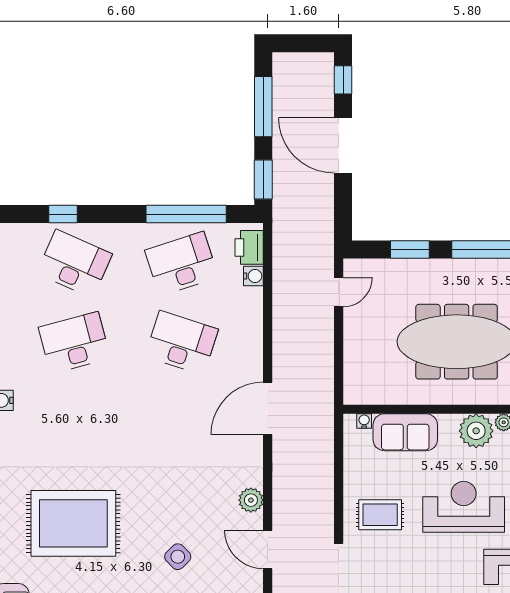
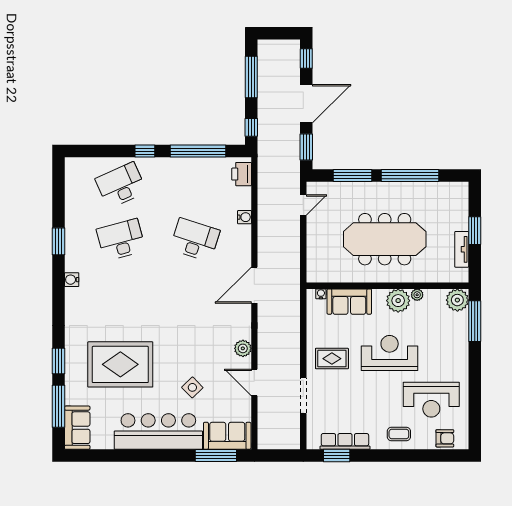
door: (343, 145) -> (306, 104), swing flipped
window: (263, 180) -> (251, 127), width x0.67
window: (343, 208) -> (306, 147), added
window: (63, 214) -> (145, 151), moved
window: (410, 250) -> (352, 176), width x1.44
desk: (74, 264) -> (121, 185), turned -48
desk: (182, 264) -> (195, 185), removed
water cooler: (253, 276) -> (245, 217), moved

